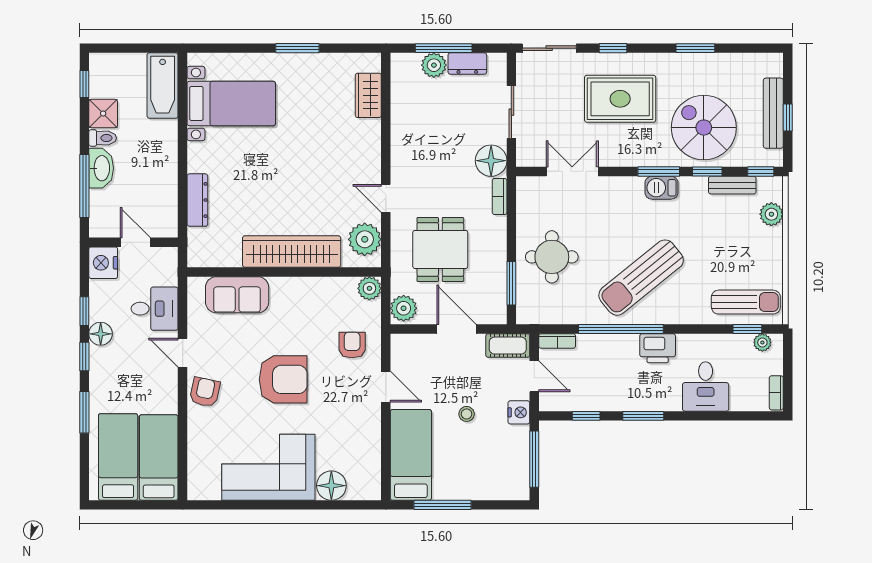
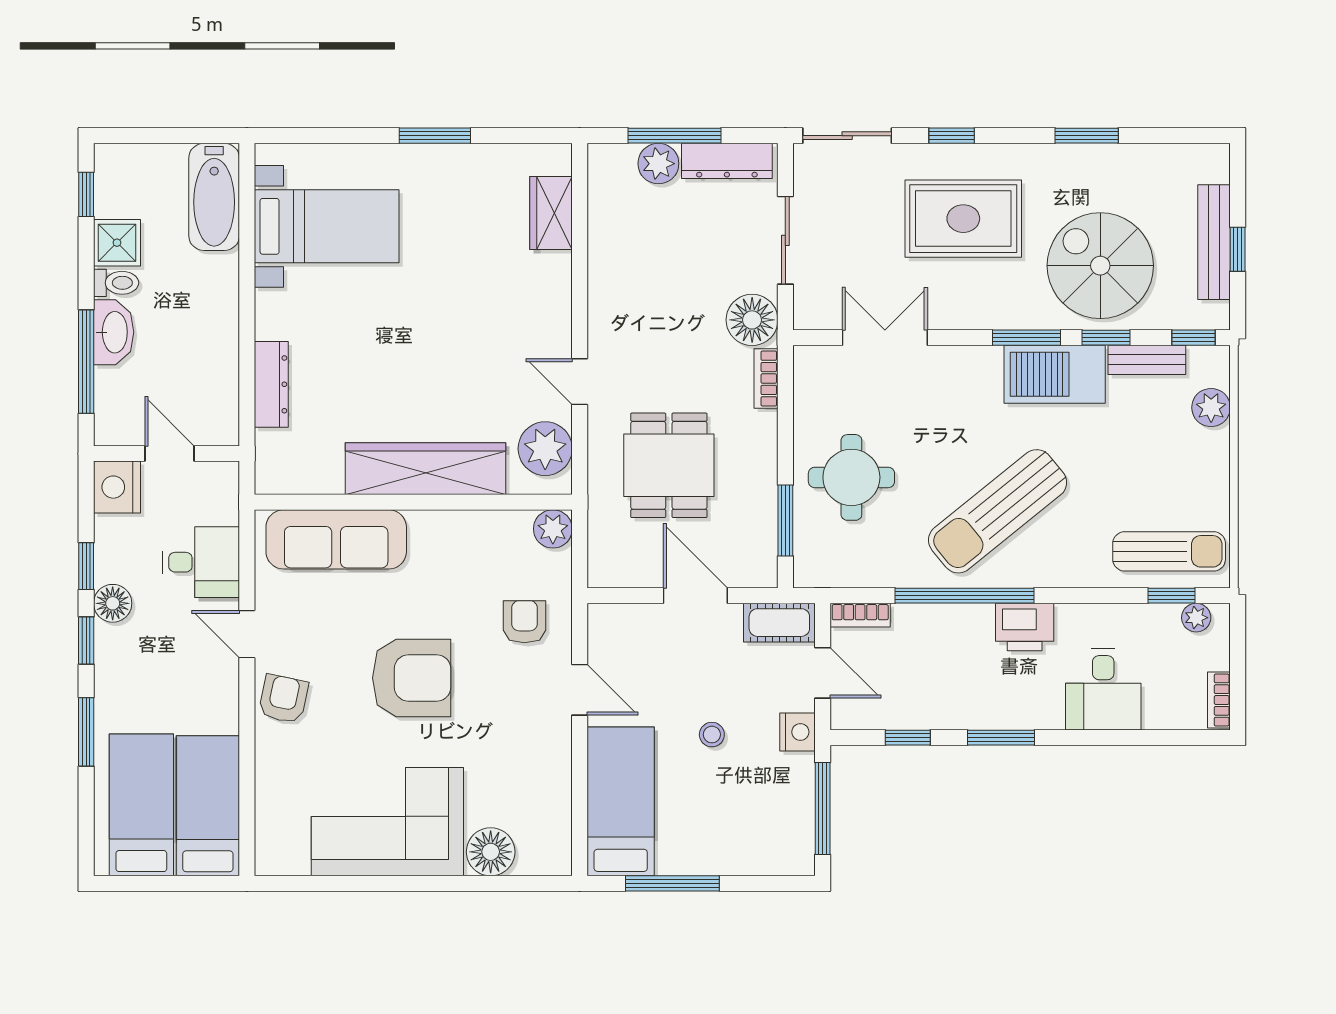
dresser: (467, 64) -> (727, 161), width x1.44
barbecue: (661, 188) -> (1055, 374), width x1.88, depth x1.53
sofa: (237, 295) -> (336, 539), width x1.36
plant: (404, 308) -> (609, 562), removed

